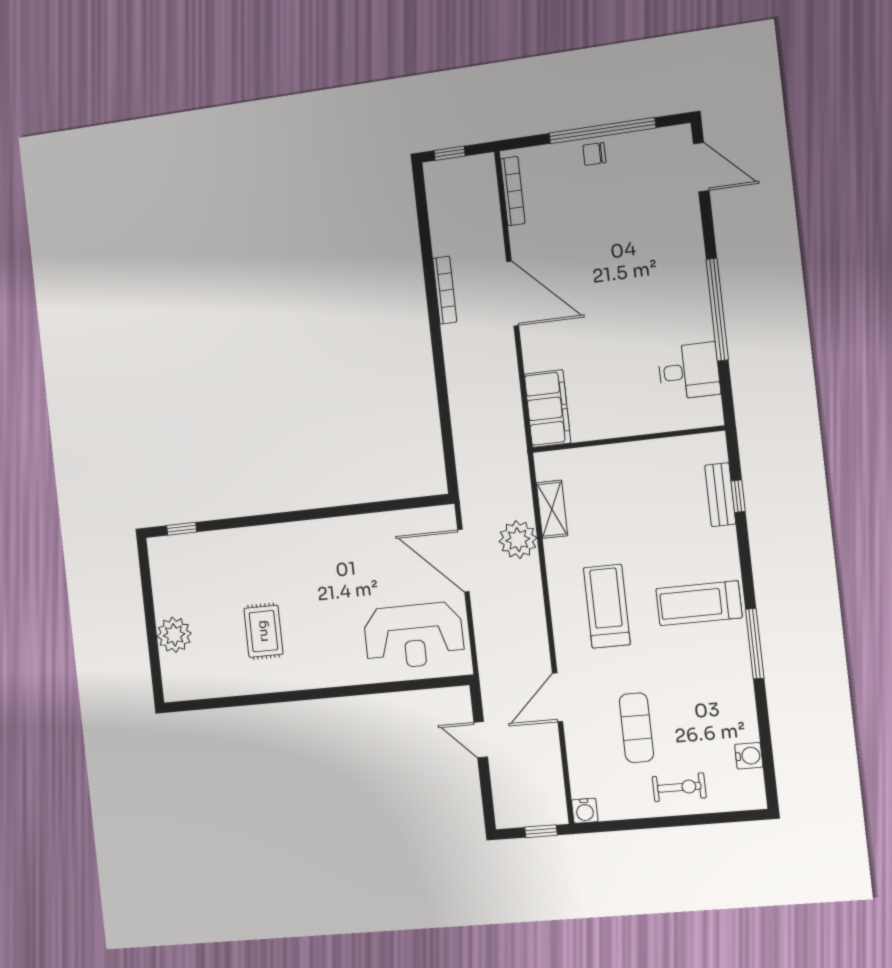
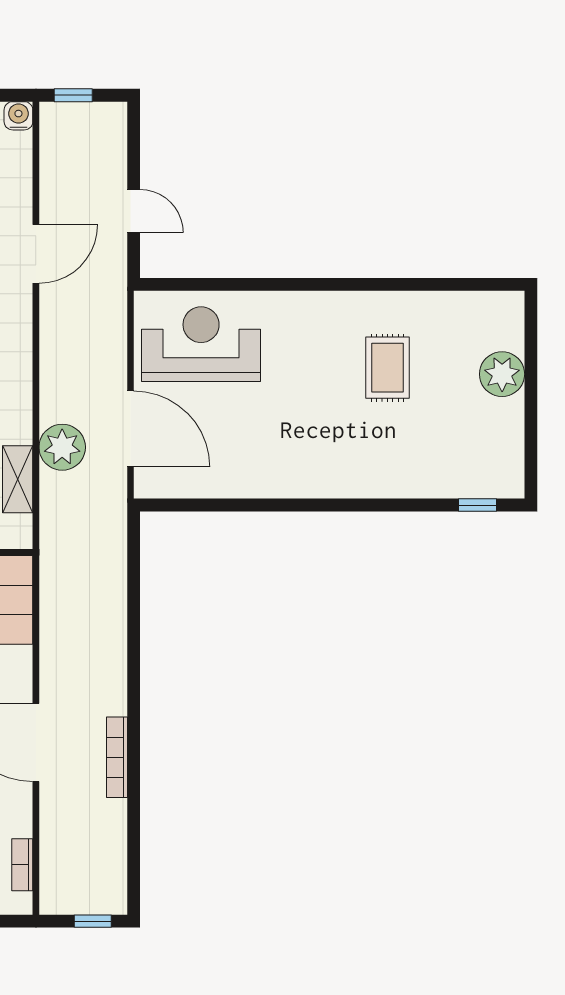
bookcase: (513, 191) -> (22, 865), width x0.64

